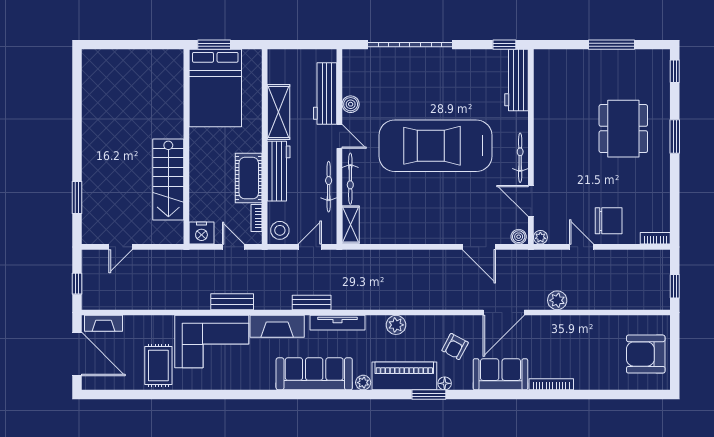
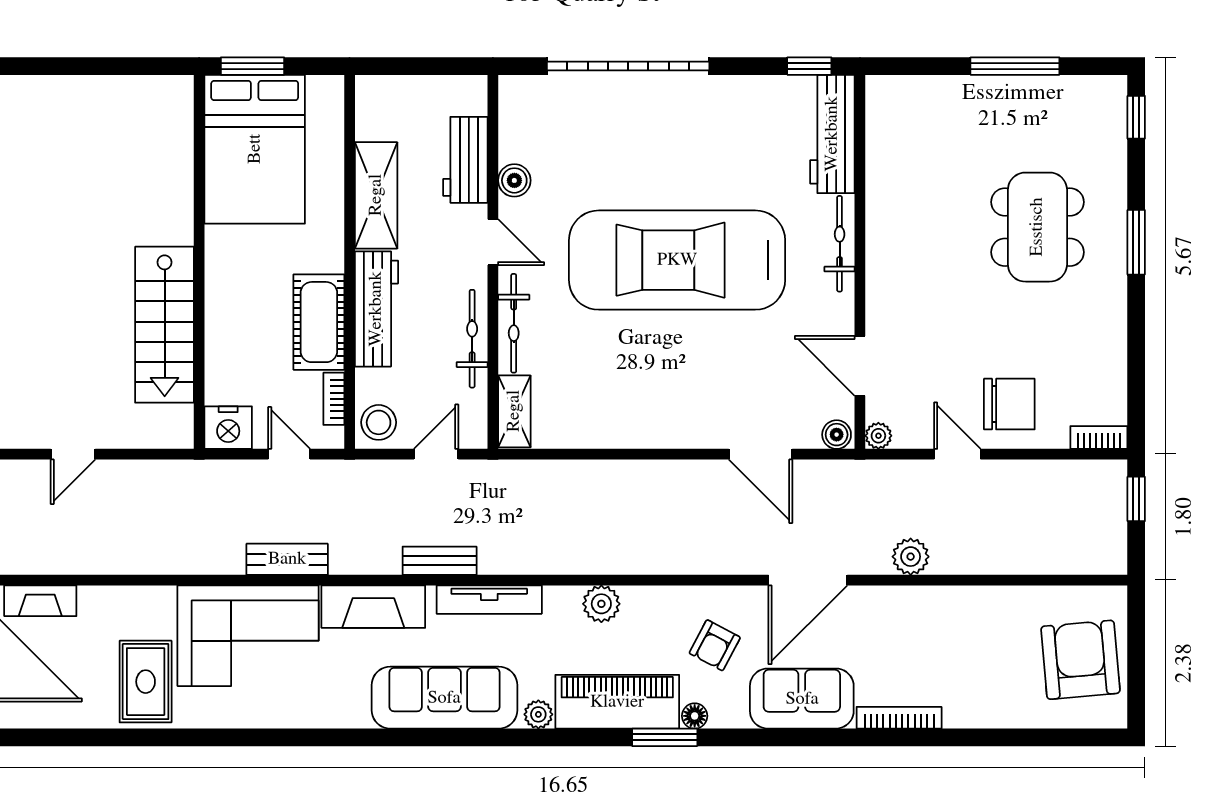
workbench: (325, 93) -> (465, 160), width x0.73
bicycle: (520, 158) -> (840, 244), moved
window: (675, 286) -> (1136, 499), moved
armchair: (646, 354) -> (1080, 660), turned 85

